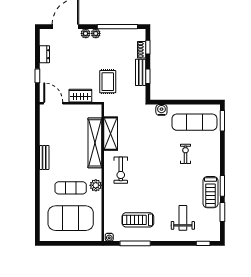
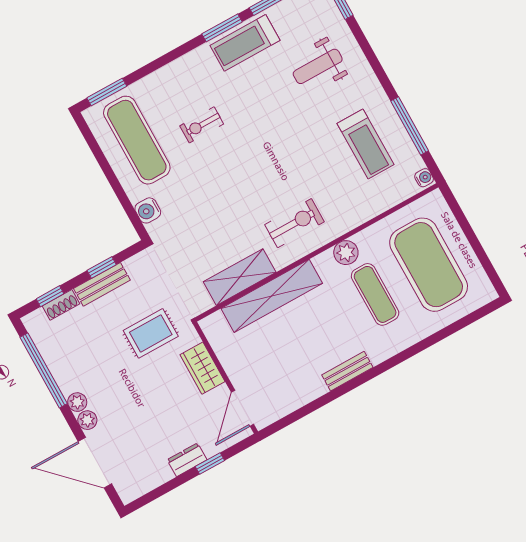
dresser: (44, 54) -> (187, 460), moved
treadmill: (210, 192) -> (245, 43), turned 180

